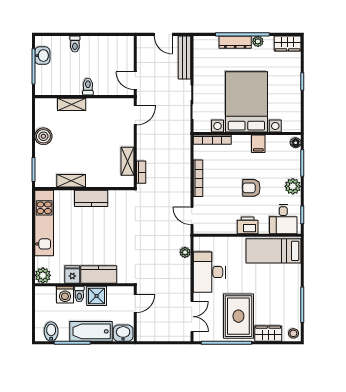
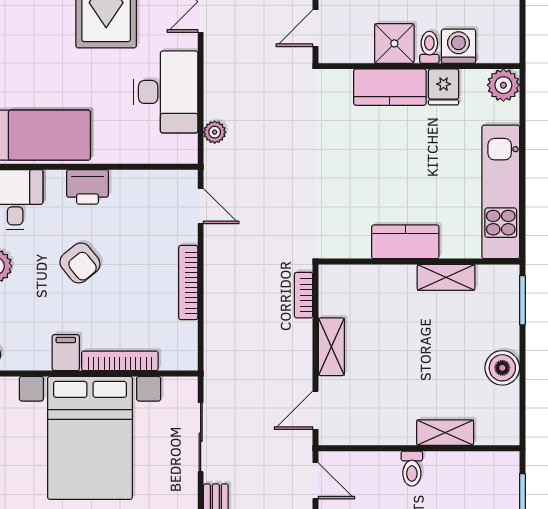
bookcase: (212, 140) -> (120, 361), moved
shelving: (128, 161) -> (331, 347), moved
armchair: (251, 188) -> (80, 263), turned 51

